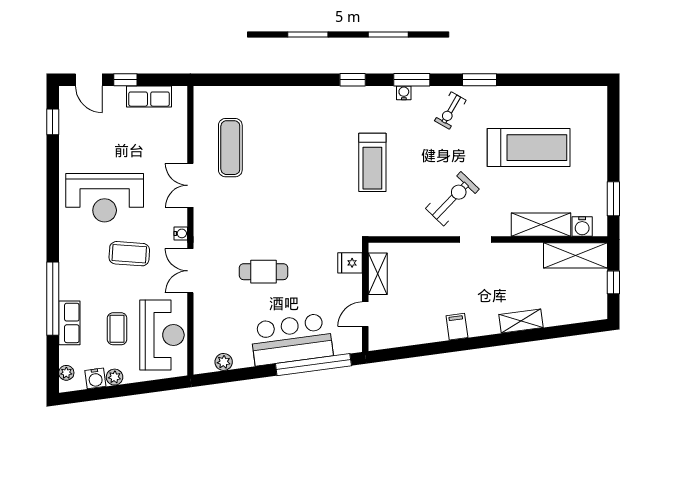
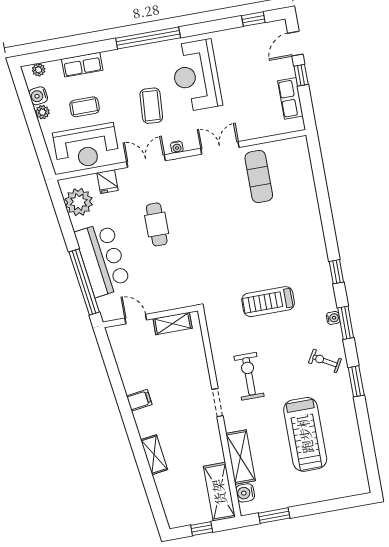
exercise mat: (230, 148) -> (259, 177), turned 90
exercise bike: (452, 199) -> (249, 376), turned -134
fridge: (350, 263) -> (108, 182), moved, turned 180
window: (53, 299) -> (148, 38), moved
plant: (224, 362) -> (79, 202), width x1.87, depth x1.87

